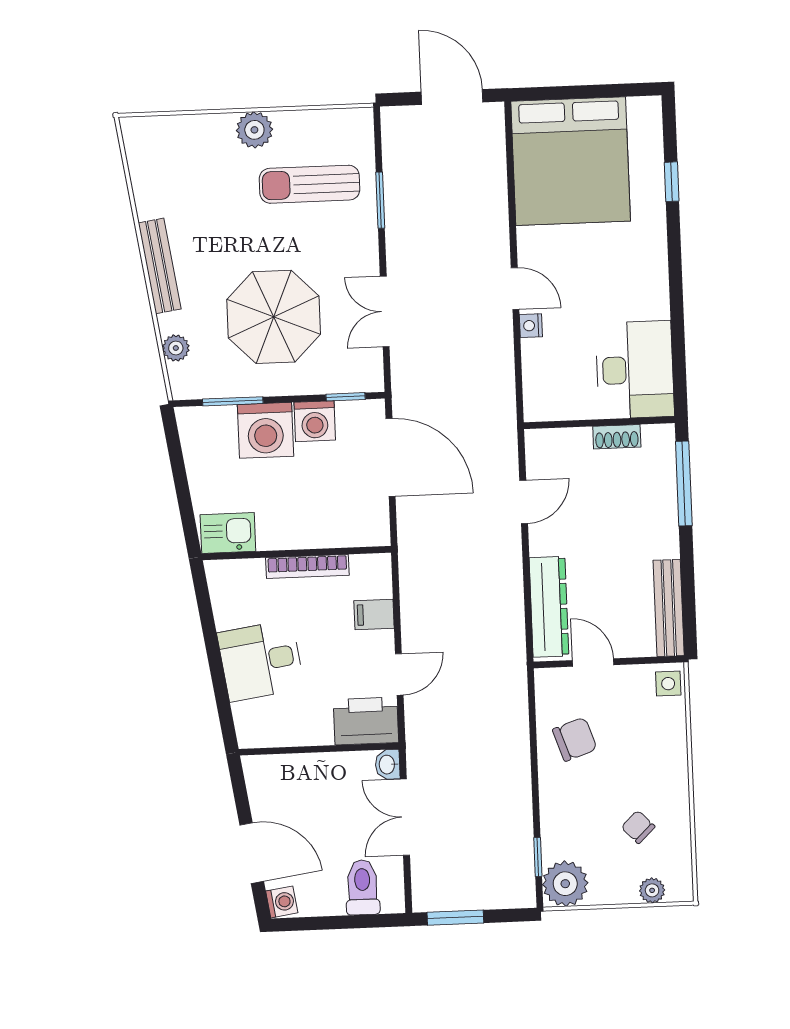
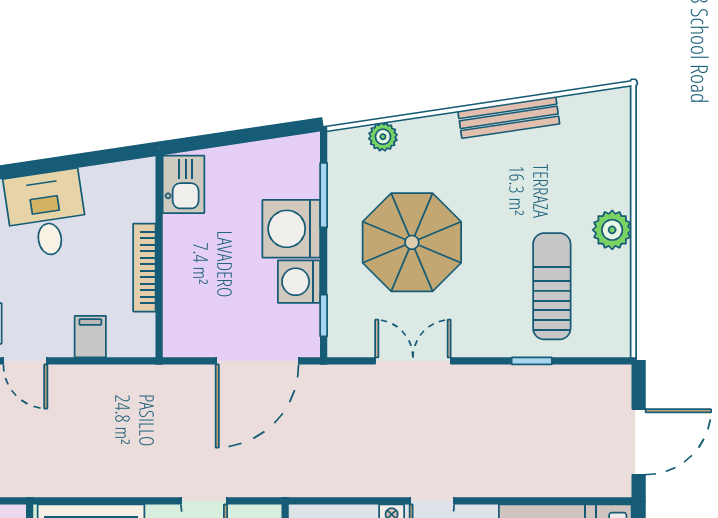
window: (380, 200) -> (532, 361), width x0.67
bench: (160, 266) -> (509, 117), moved

